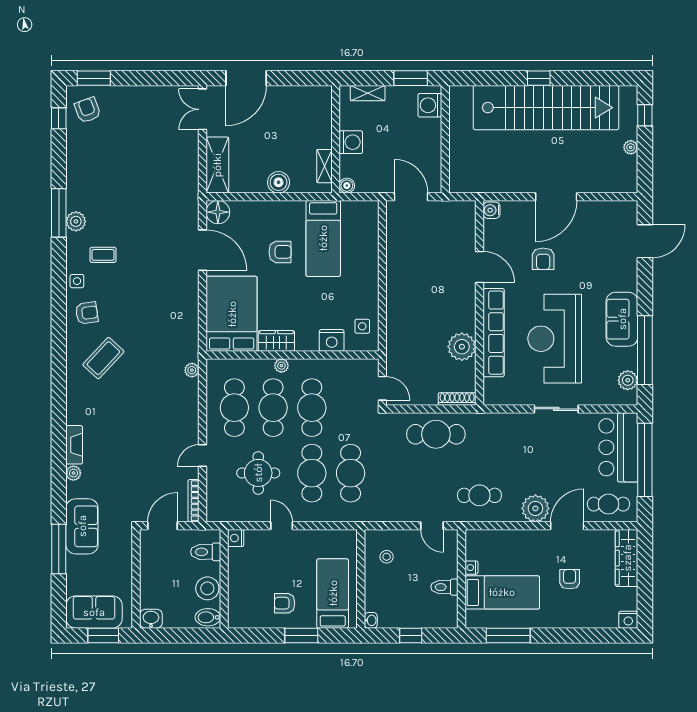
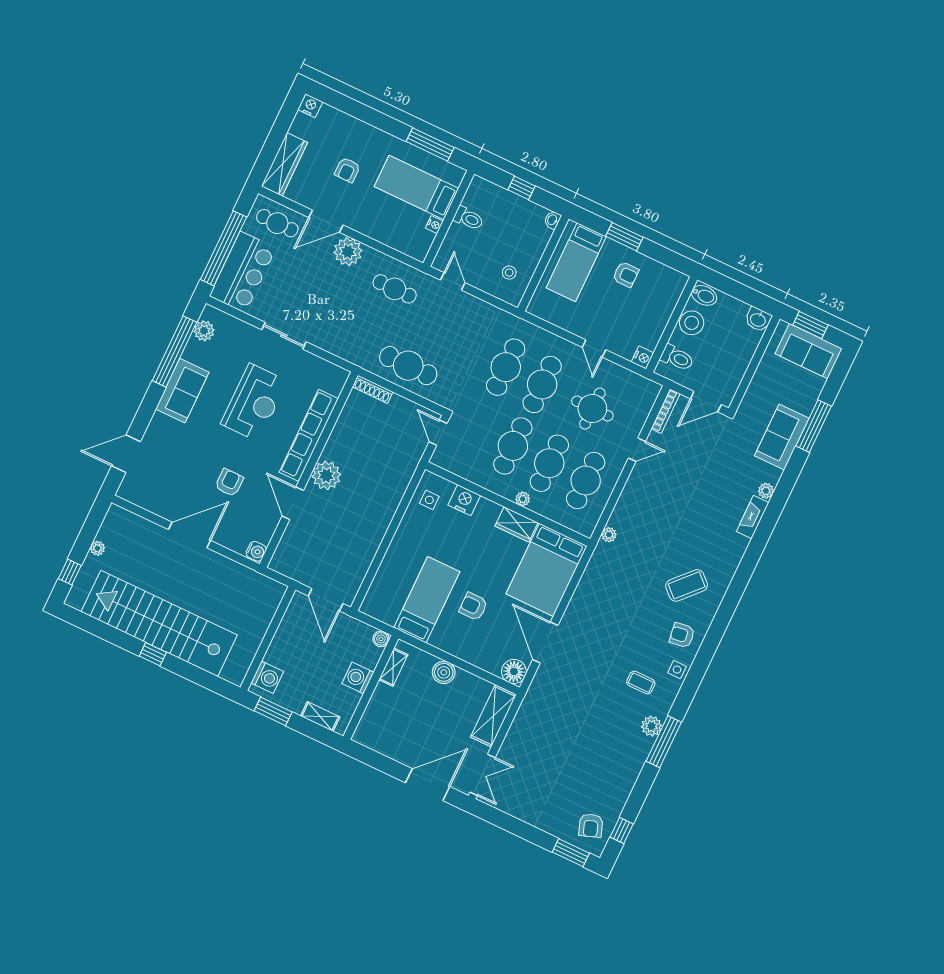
reception desk: (555, 339) -> (254, 402), width x0.74, depth x0.77
plant: (462, 347) -> (326, 475), moved

